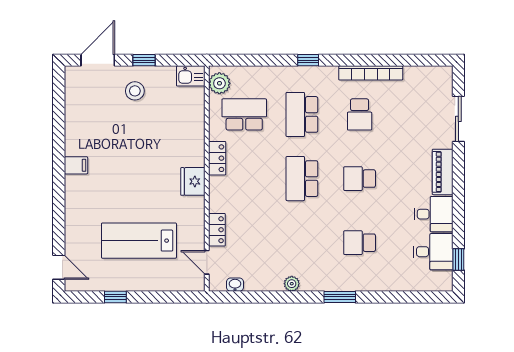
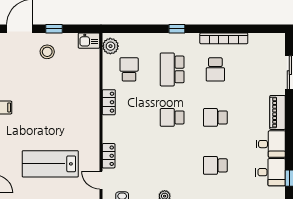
school desk: (244, 114) -> (129, 69), width x0.54
school desk: (302, 179) -> (172, 117), width x0.54
fridge: (193, 181) -> (91, 120), removed

